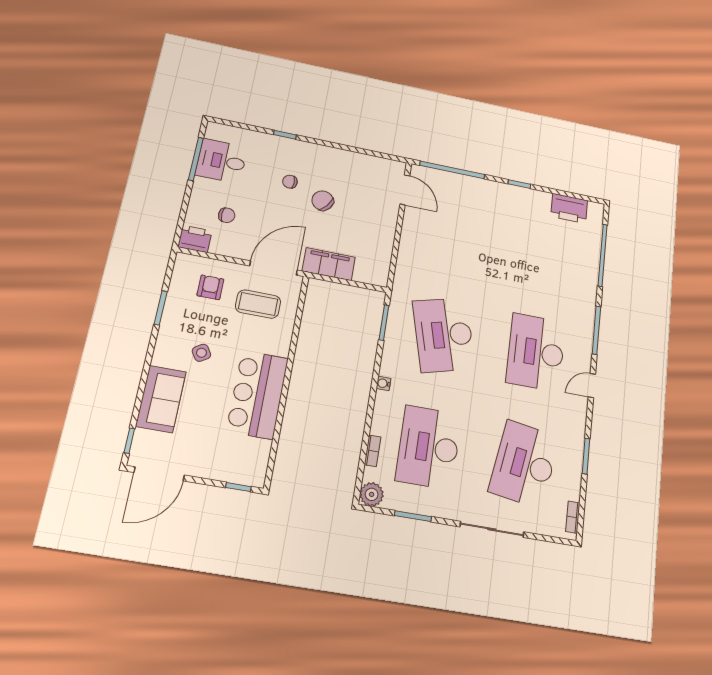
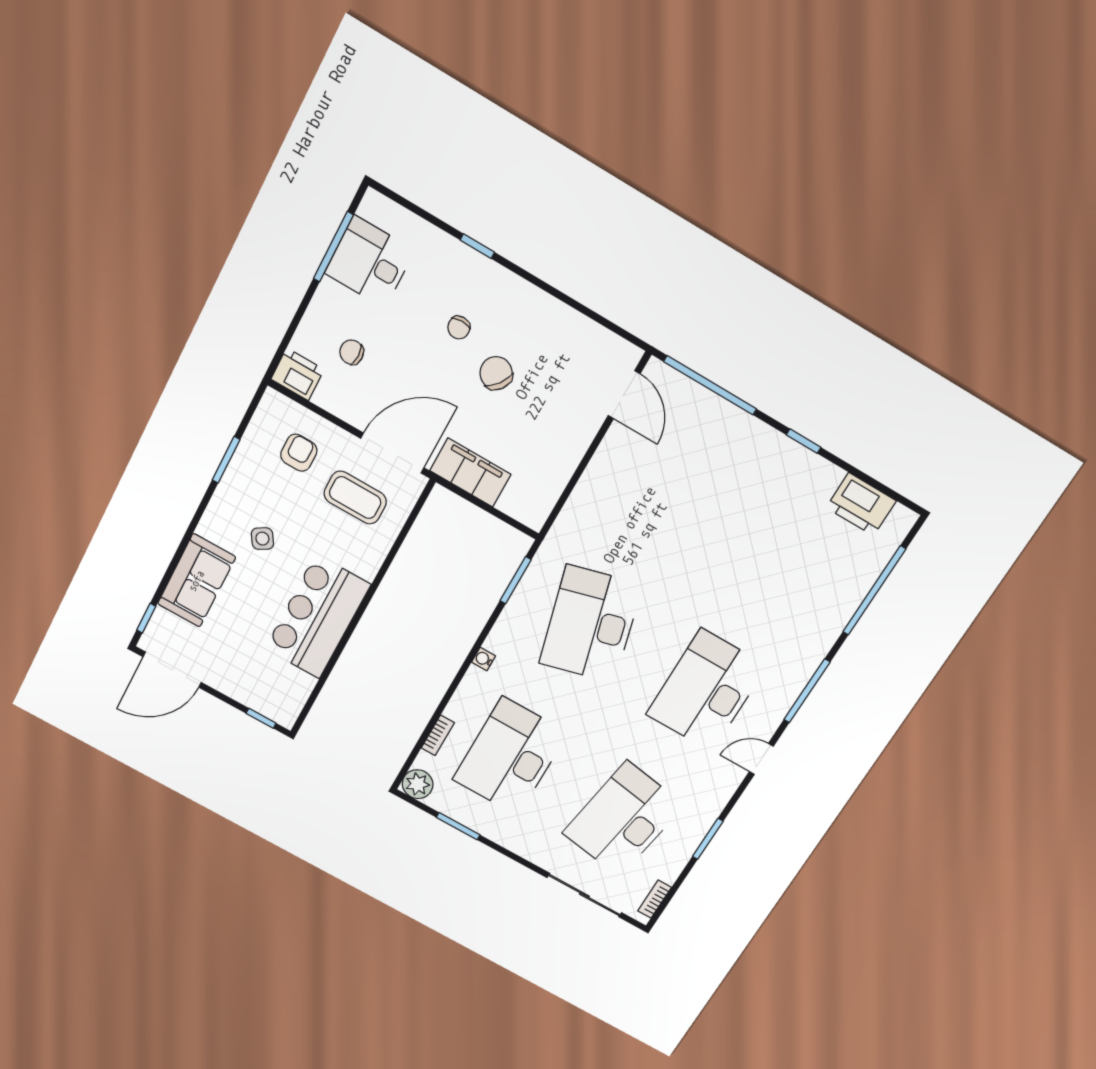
chair: (290, 182) -> (459, 328), turned -91
chair: (227, 215) -> (352, 352), turned 180
sliding door: (492, 529) -> (584, 895), moved

